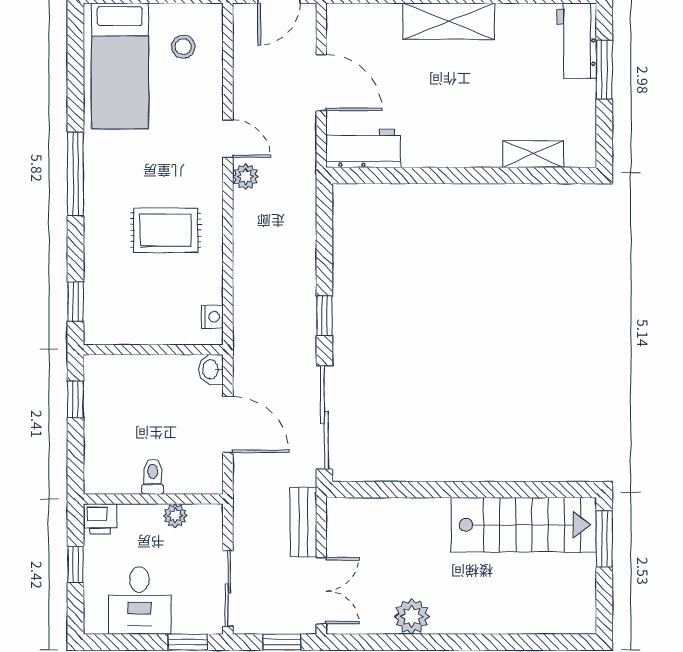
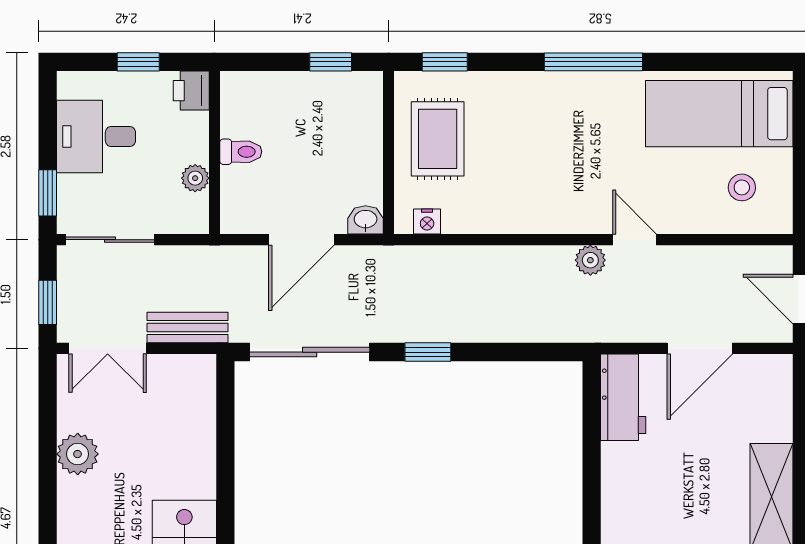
door: (228, 139) -> (635, 240), swing flipped
rug: (166, 230) -> (438, 139), moved

